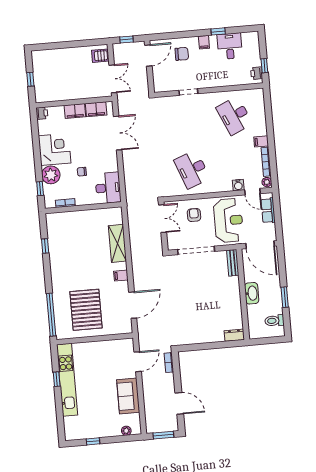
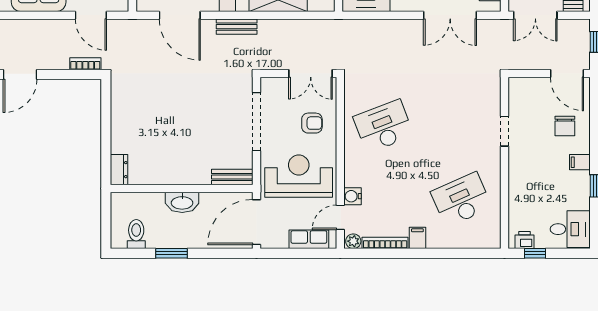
desk: (230, 46) -> (570, 229), moved
reception desk: (228, 220) -> (299, 176), turned 180
bench: (137, 268) -> (237, 27), added

